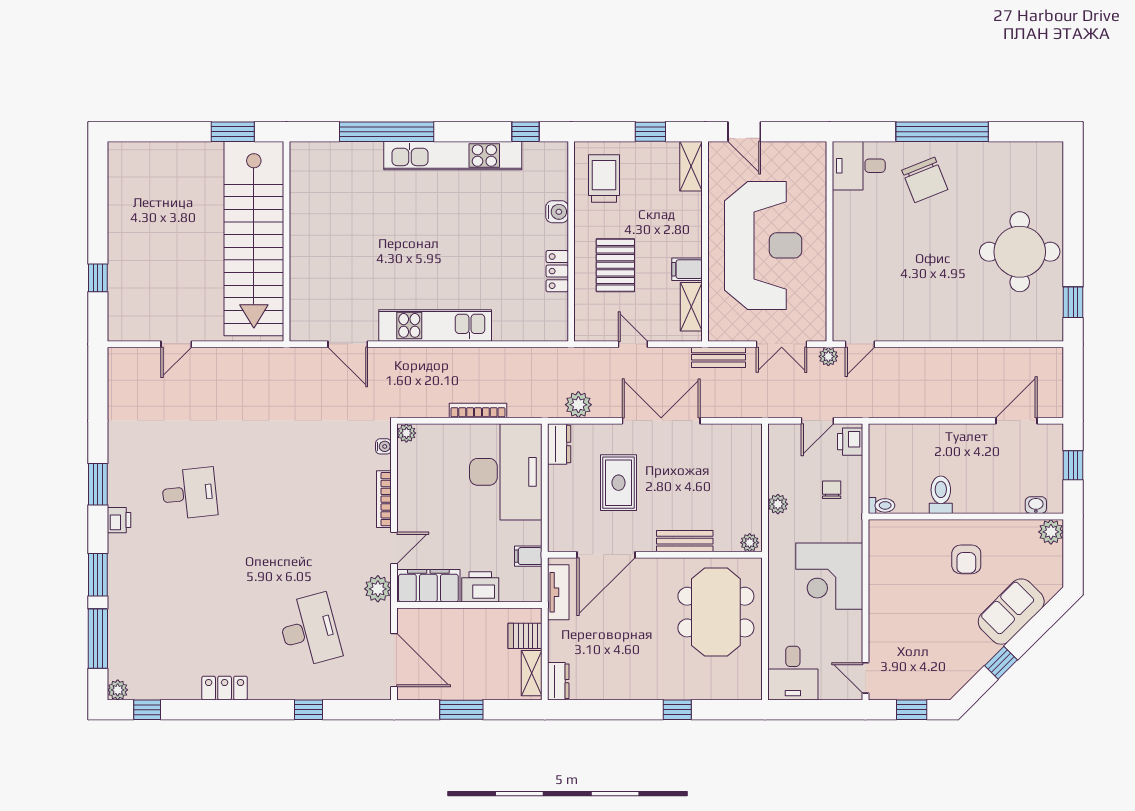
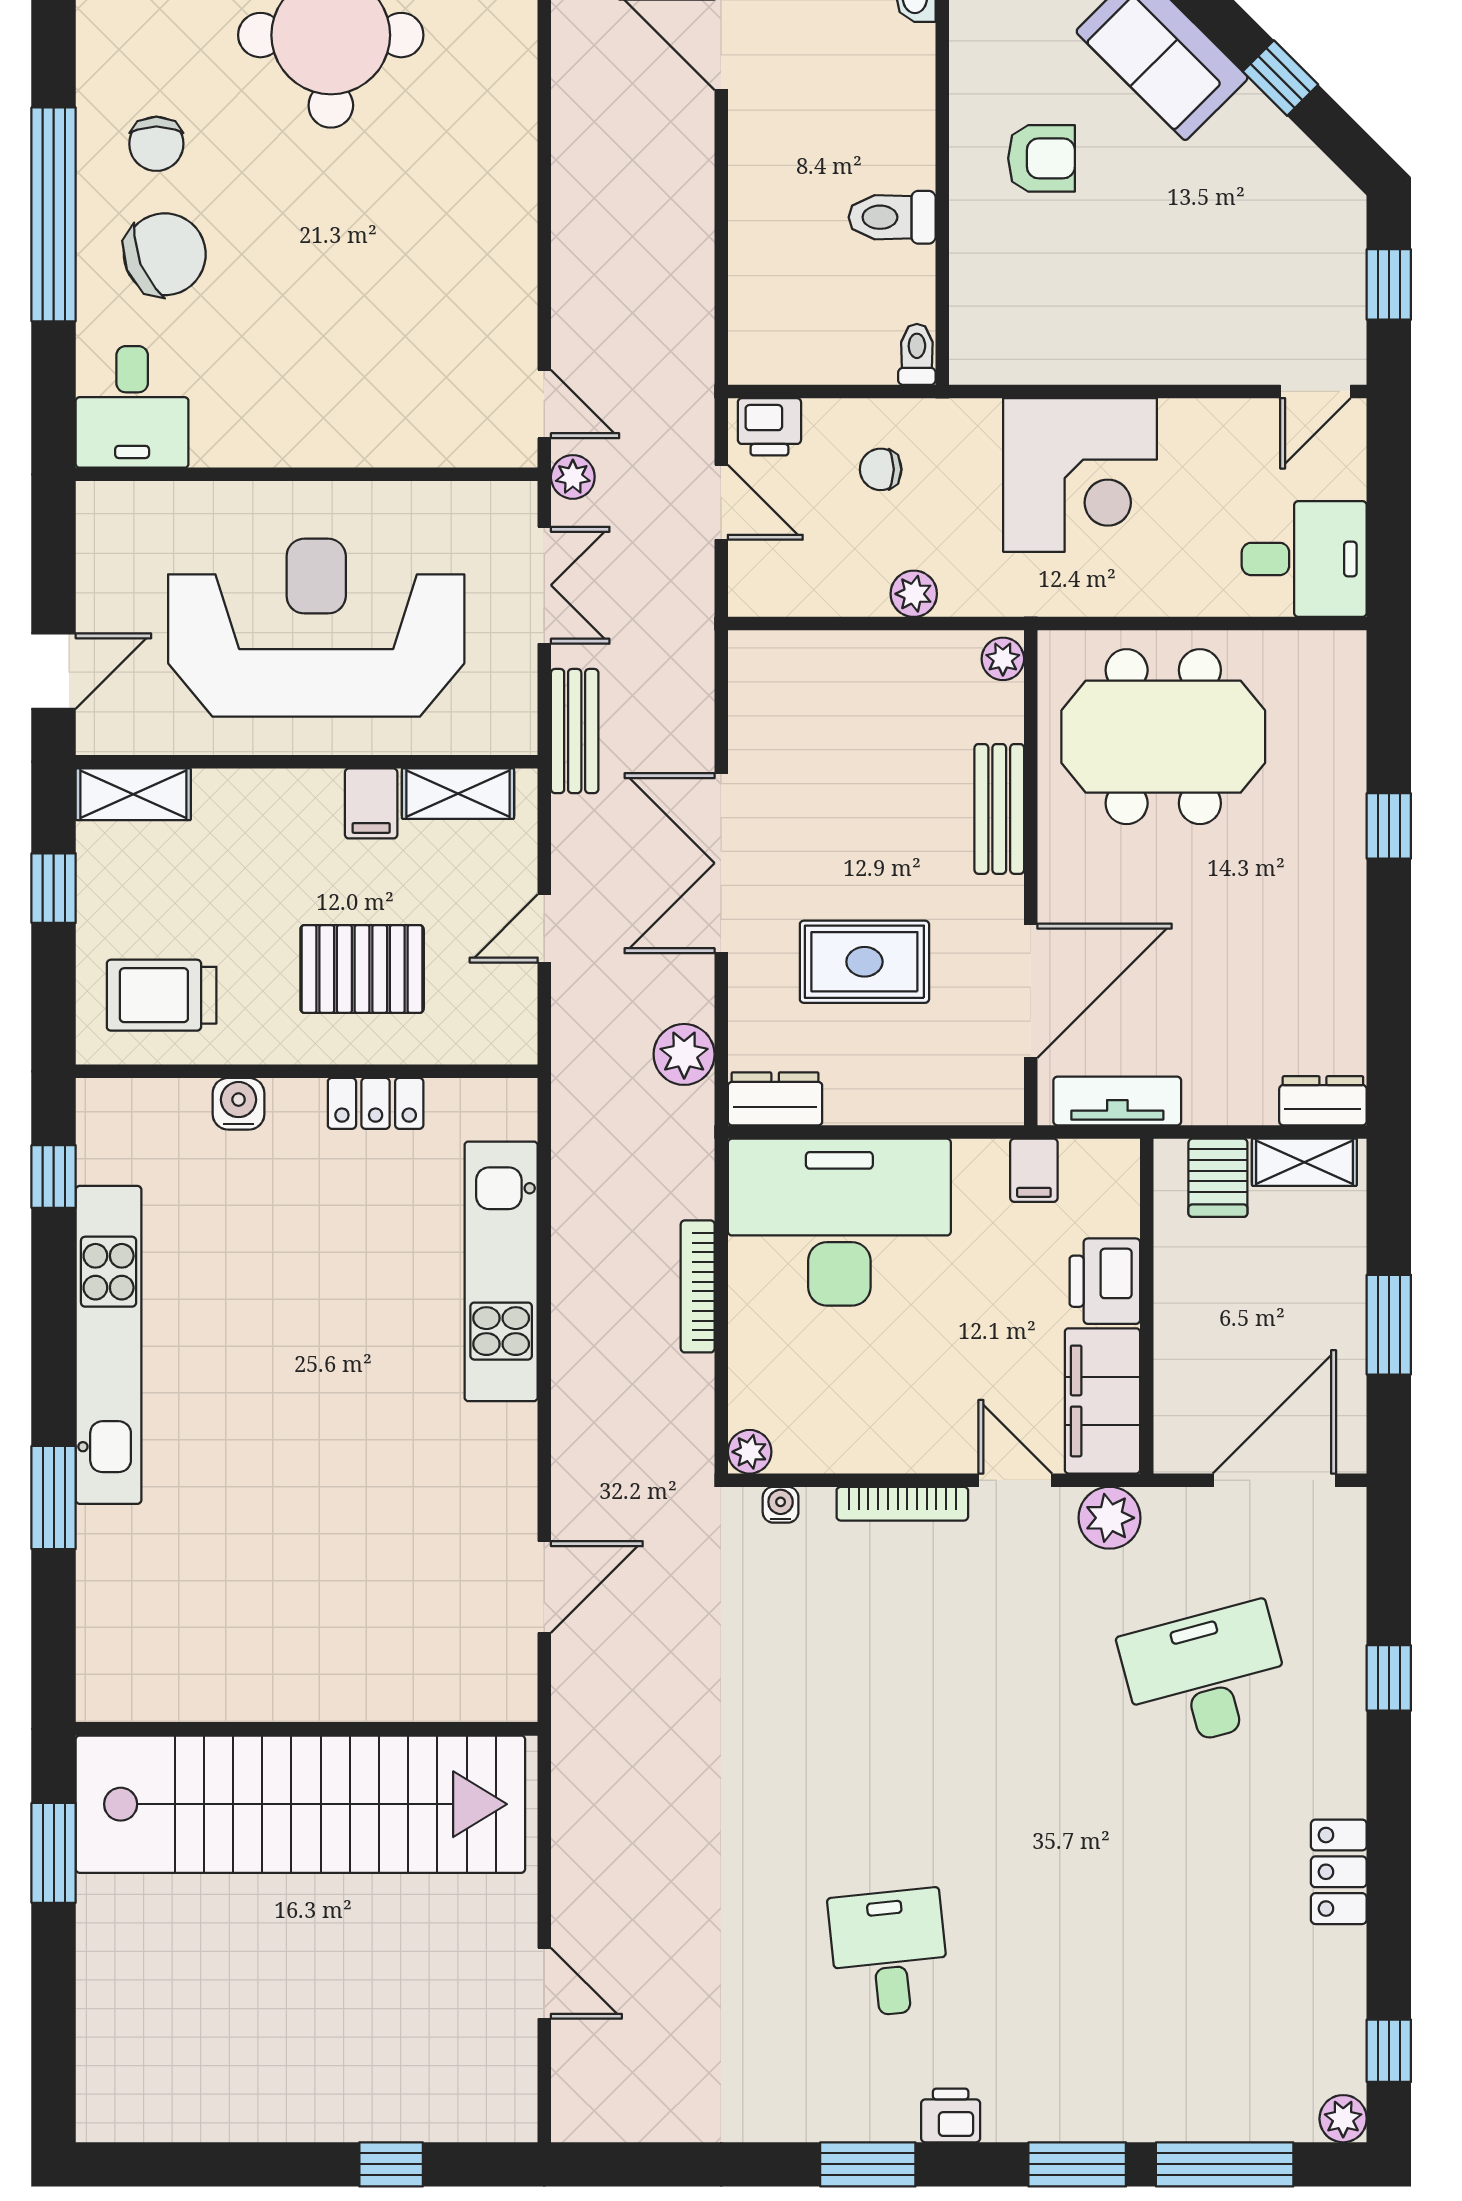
window: (387, 132) -> (54, 1497), width x0.47
chair: (973, 176) -> (156, 144), added
kitchen unit: (435, 325) -> (501, 1271), moved
door: (606, 555) -> (1031, 991), hinge flipped

